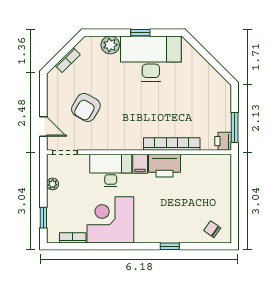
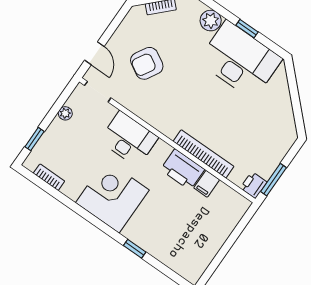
filing cabinet: (140, 164) -> (207, 184), moved
corner desk: (110, 220) -> (112, 196), moved
chair: (212, 229) -> (186, 261), removed

